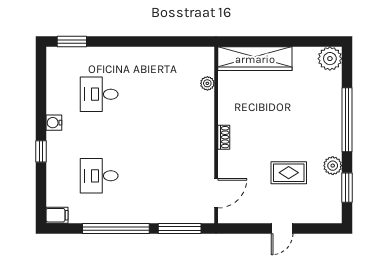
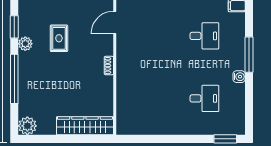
plant: (207, 83) -> (121, 107), removed
window: (41, 151) -> (249, 55), width x2.17
rug: (289, 173) -> (59, 38), turned 90

